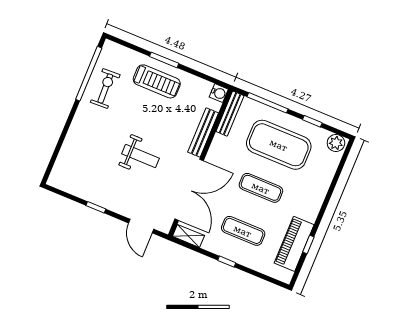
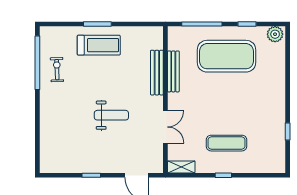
exercise bike: (105, 89) -> (57, 70), width x0.73, depth x0.72
water cooler: (219, 93) -> (156, 33), removed
bench: (230, 114) -> (173, 71), moved
exercise mat: (261, 188) -> (226, 100), removed
double door: (189, 190) -> (165, 127), width x0.54
piano: (294, 244) -> (275, 136), removed

